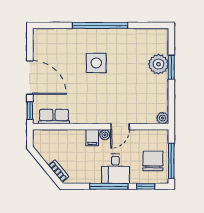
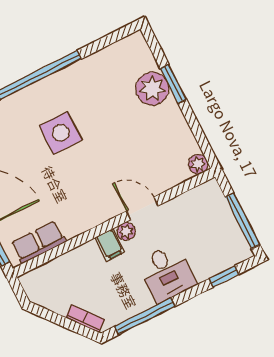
door: (120, 127) -> (142, 208), swing flipped
chair: (153, 161) -> (216, 234), removed
window: (109, 186) -> (145, 316), moved

